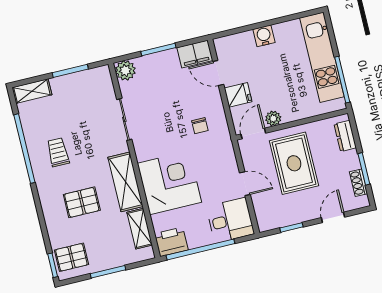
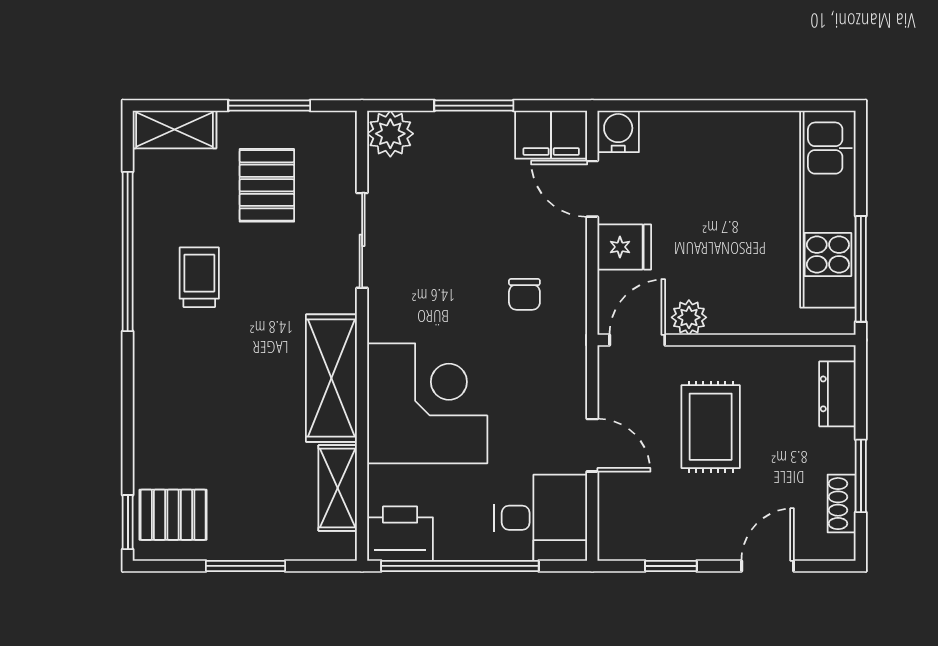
water cooler: (264, 36) -> (618, 131), moved
rug: (294, 163) -> (711, 427), width x0.73, depth x0.70
pallet: (82, 202) -> (267, 185), moved, turned 90

